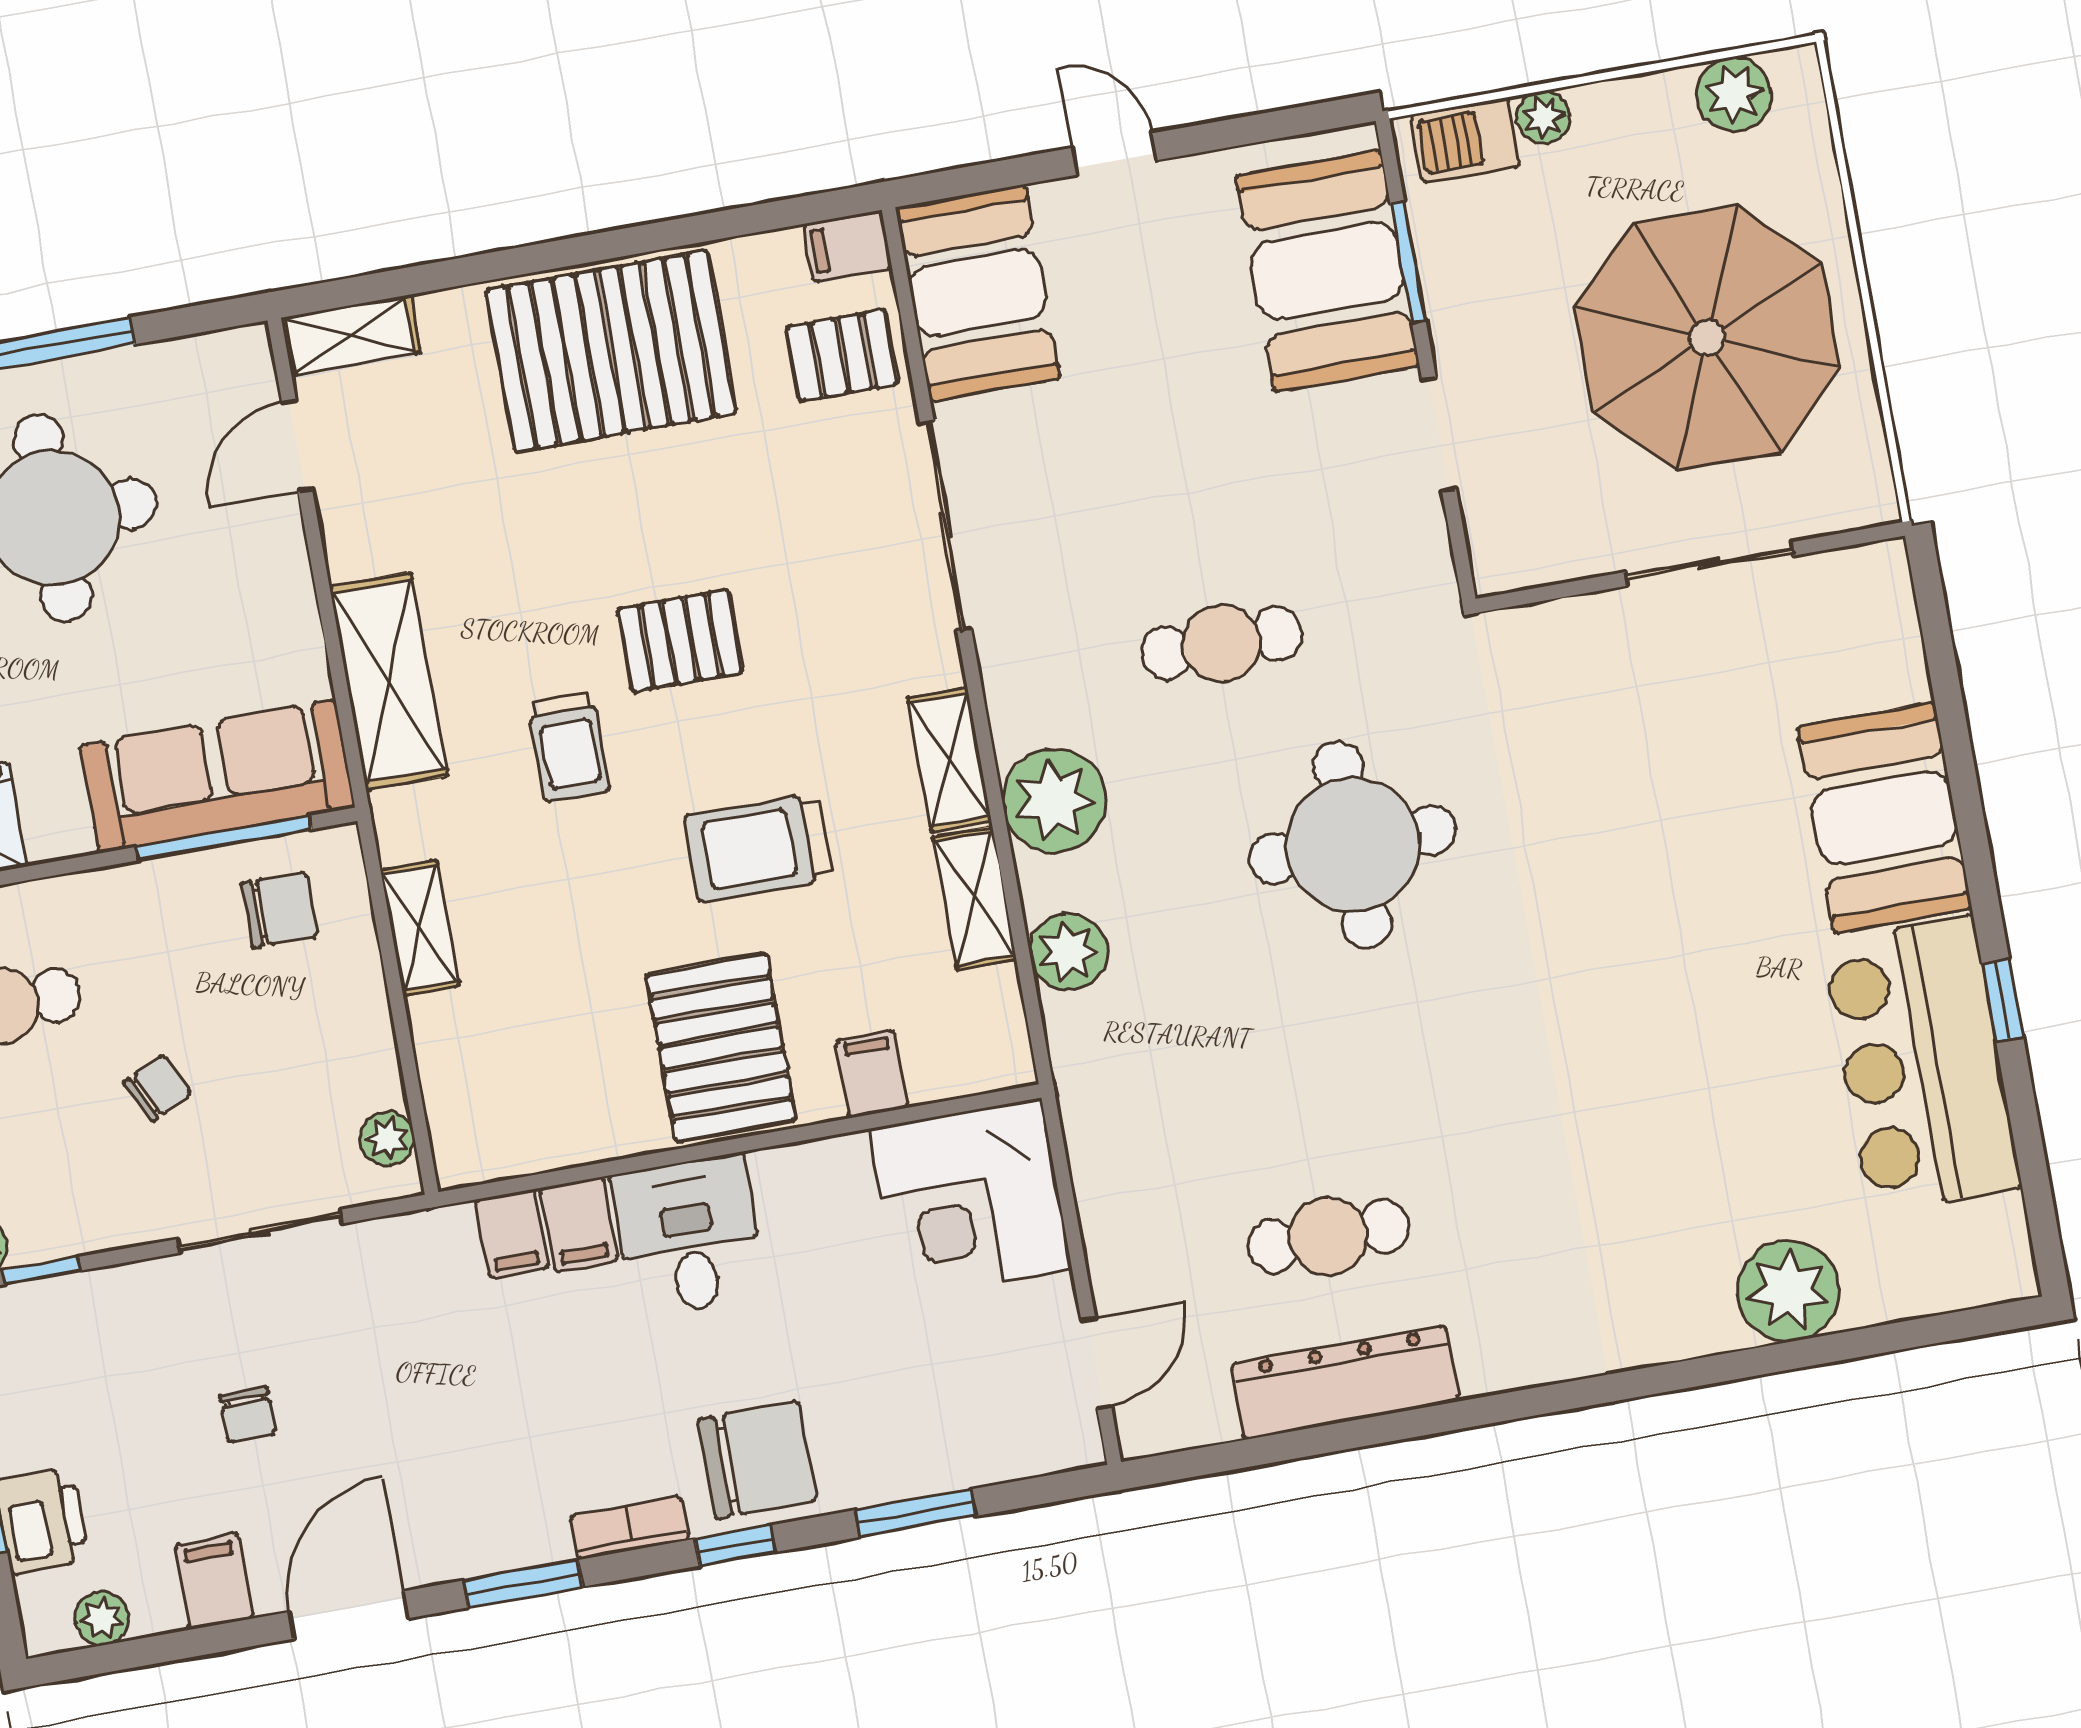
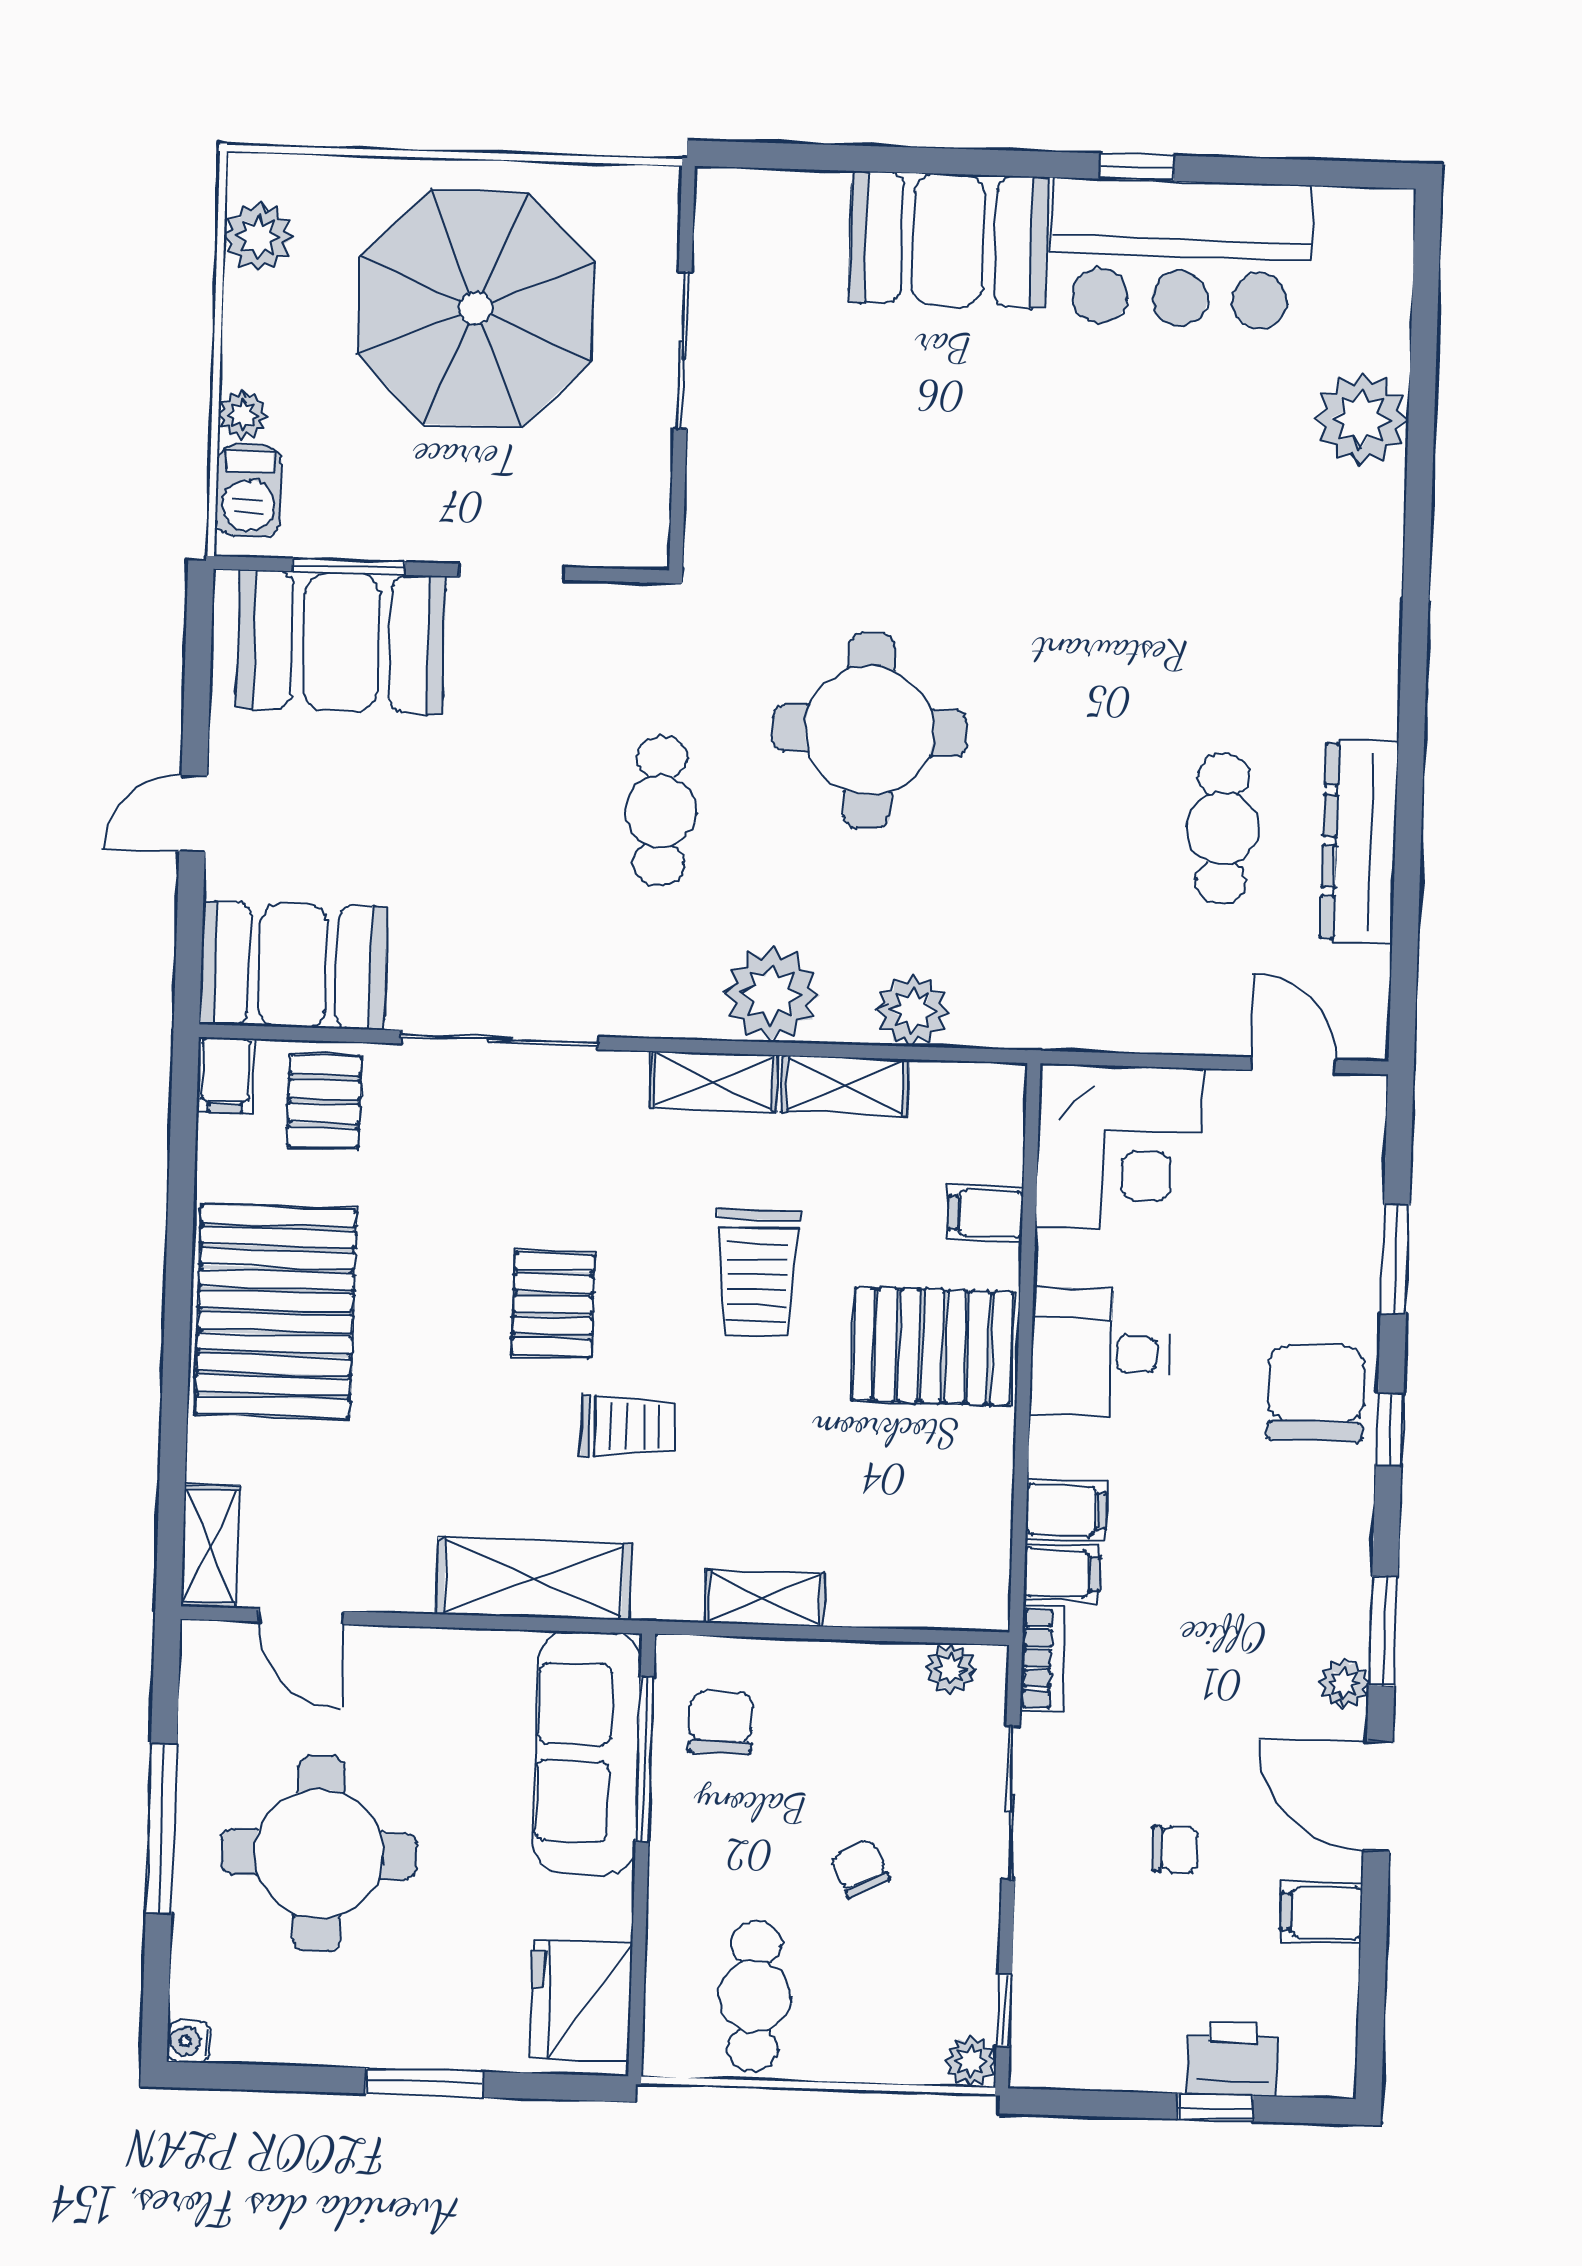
desk: (689, 1236) -> (1100, 1353), moved
bookcase: (630, 1528) -> (1043, 1659), moved, turned 180
plant: (102, 1618) -> (1344, 1683), moved

